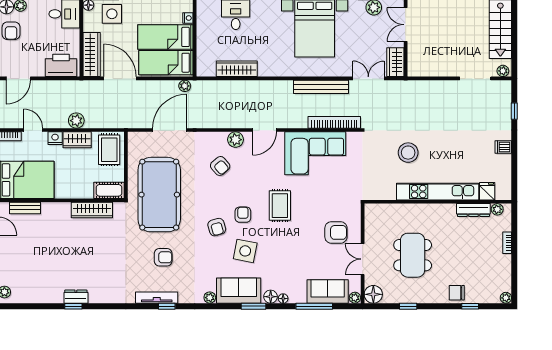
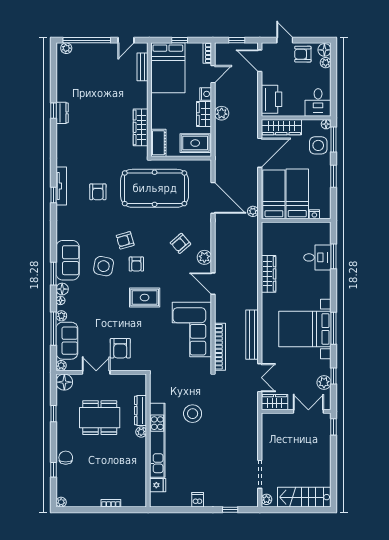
wardrobe: (237, 69) -> (268, 274), moved
plant: (497, 209) -> (141, 432), moved
dresser: (473, 210) -> (141, 411), moved
armchair: (243, 215) -> (136, 264), turned 90
plant: (210, 298) -> (61, 316), moved

